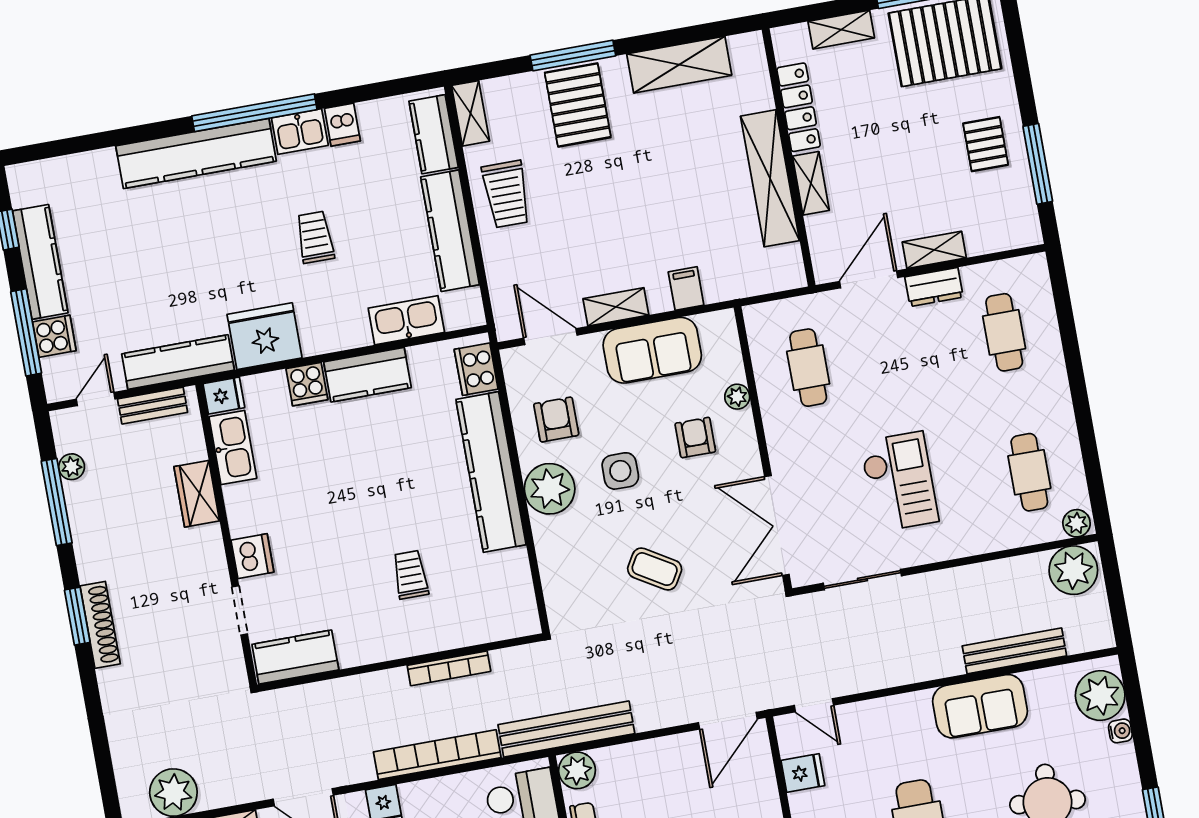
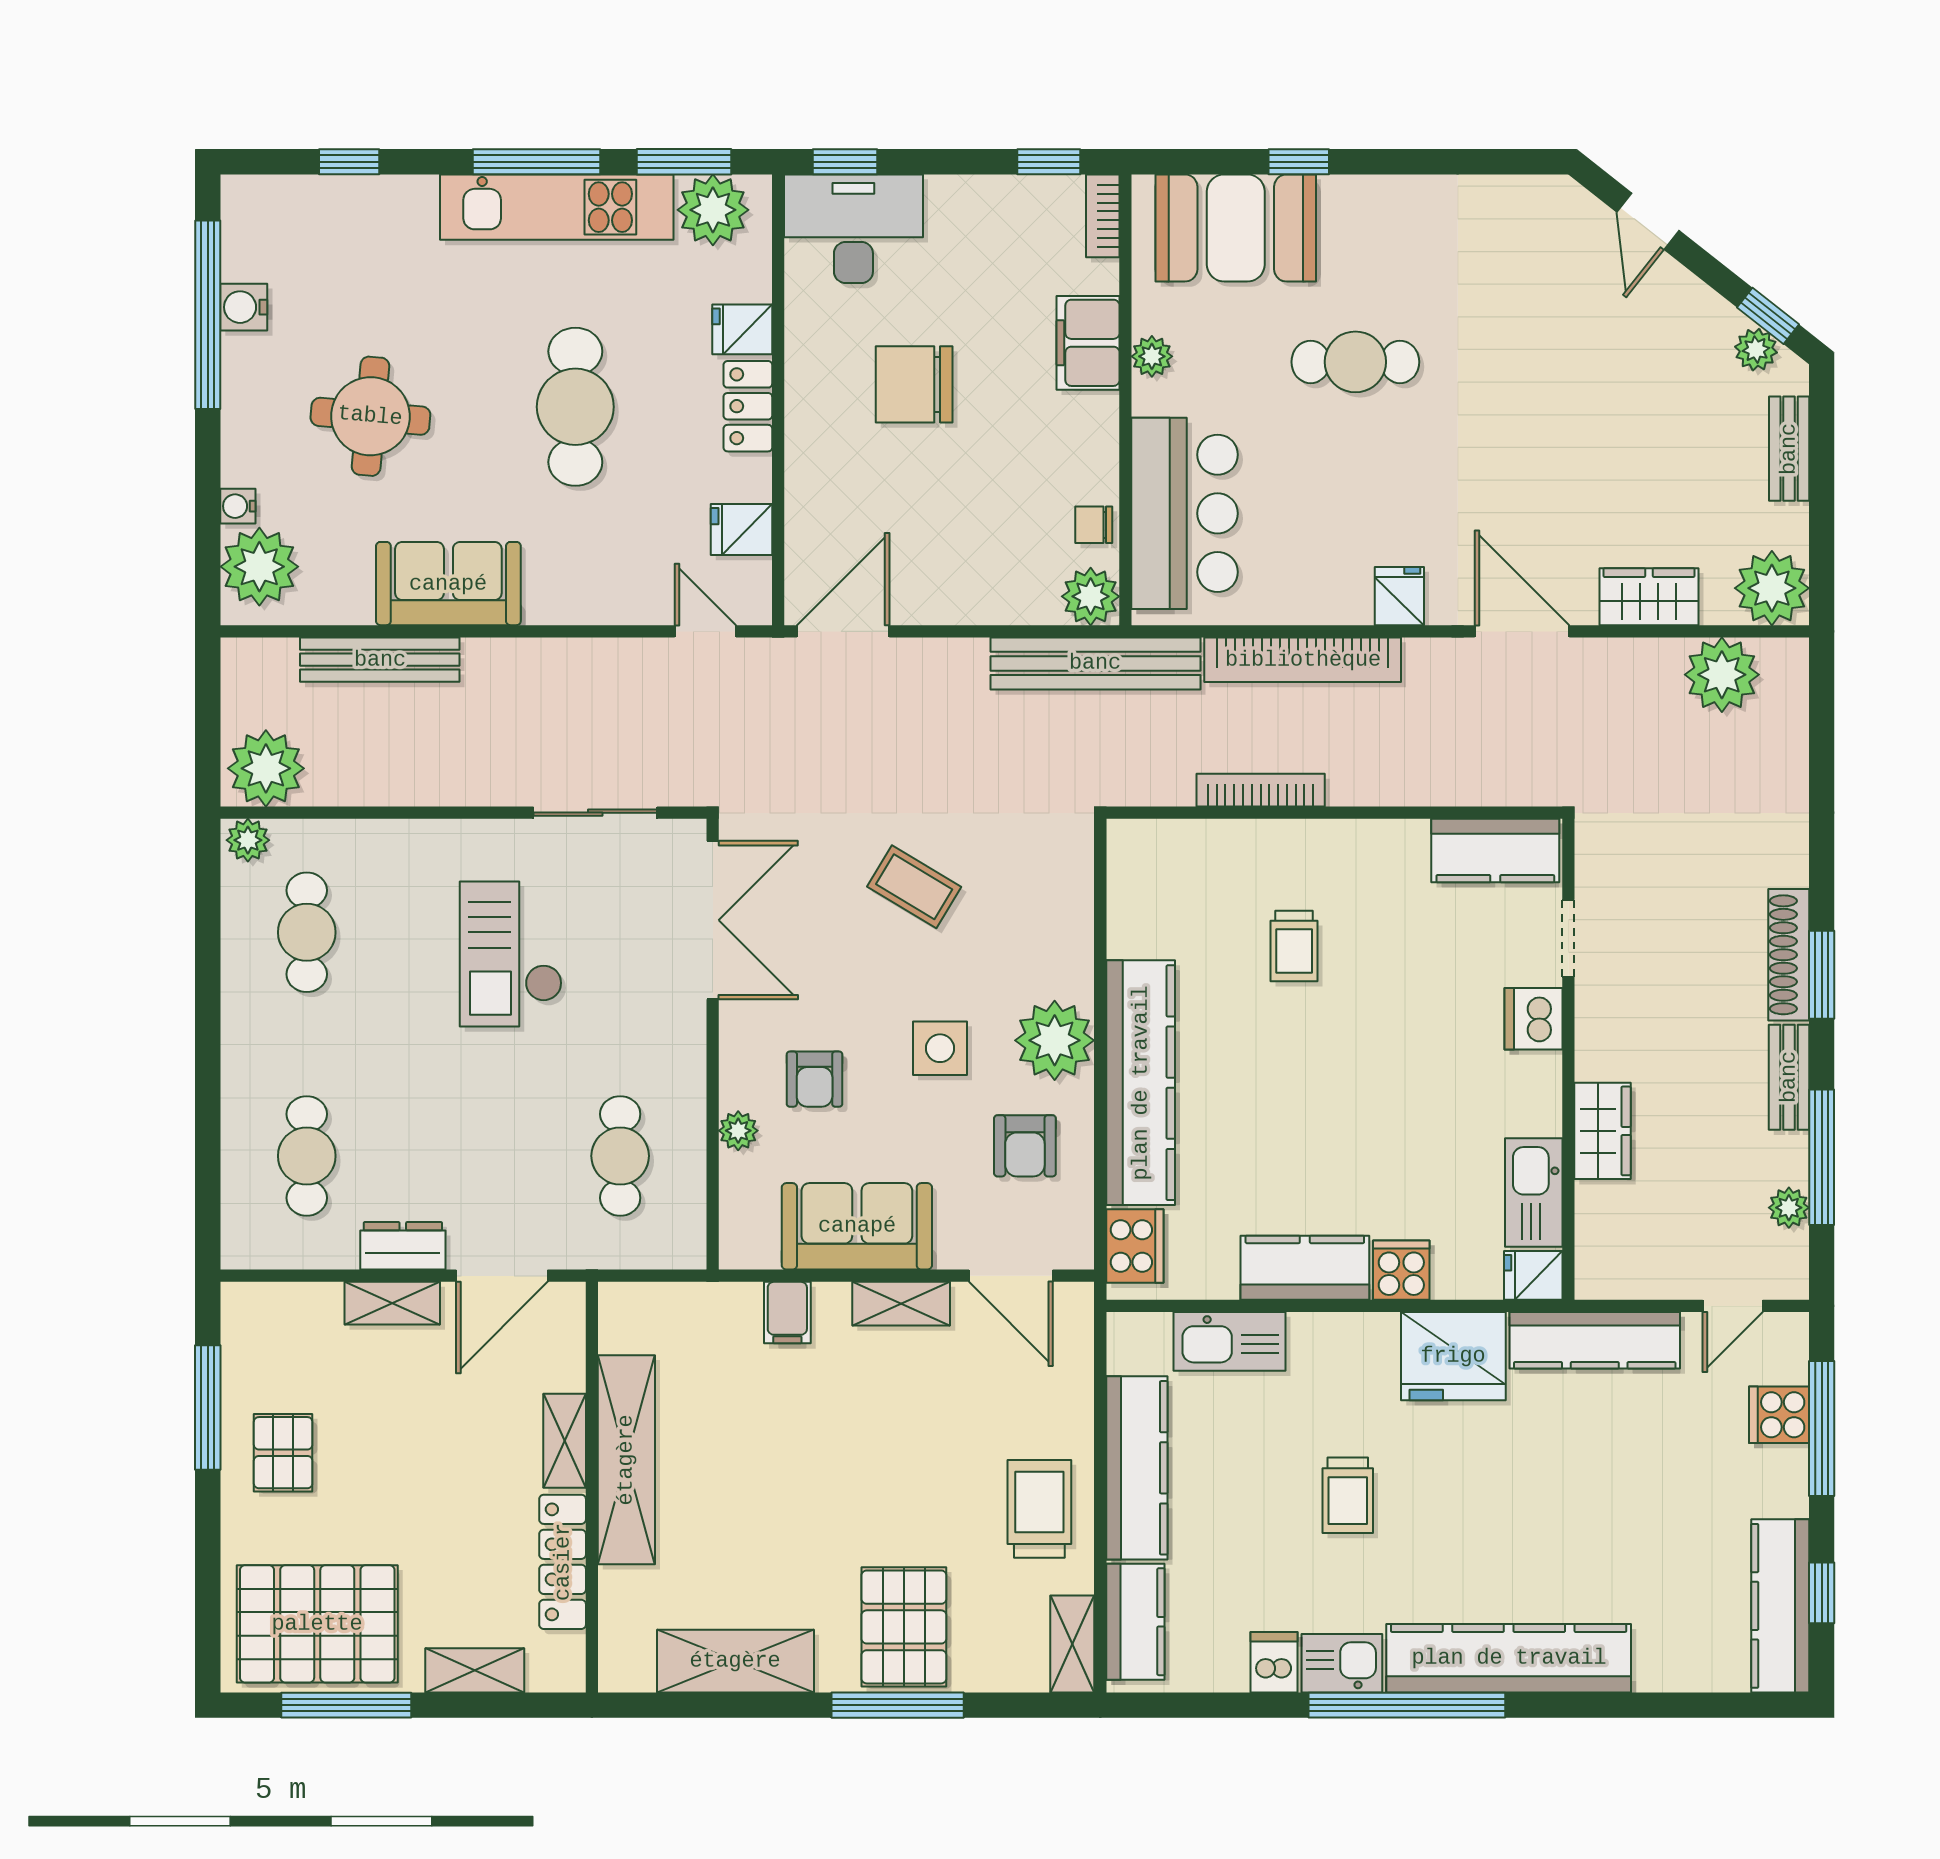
kitchen counter: (40, 262) -> (1780, 1606), moved
bench: (153, 406) -> (1789, 1077), moved, turned 90

